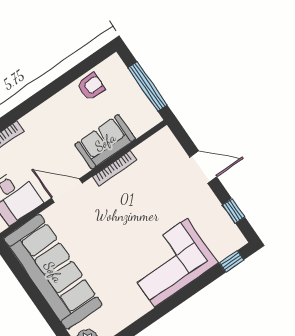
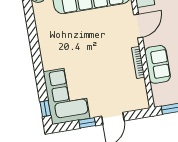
window: (234, 211) -> (87, 123), moved
corner sofa: (171, 263) -> (67, 95), moved

